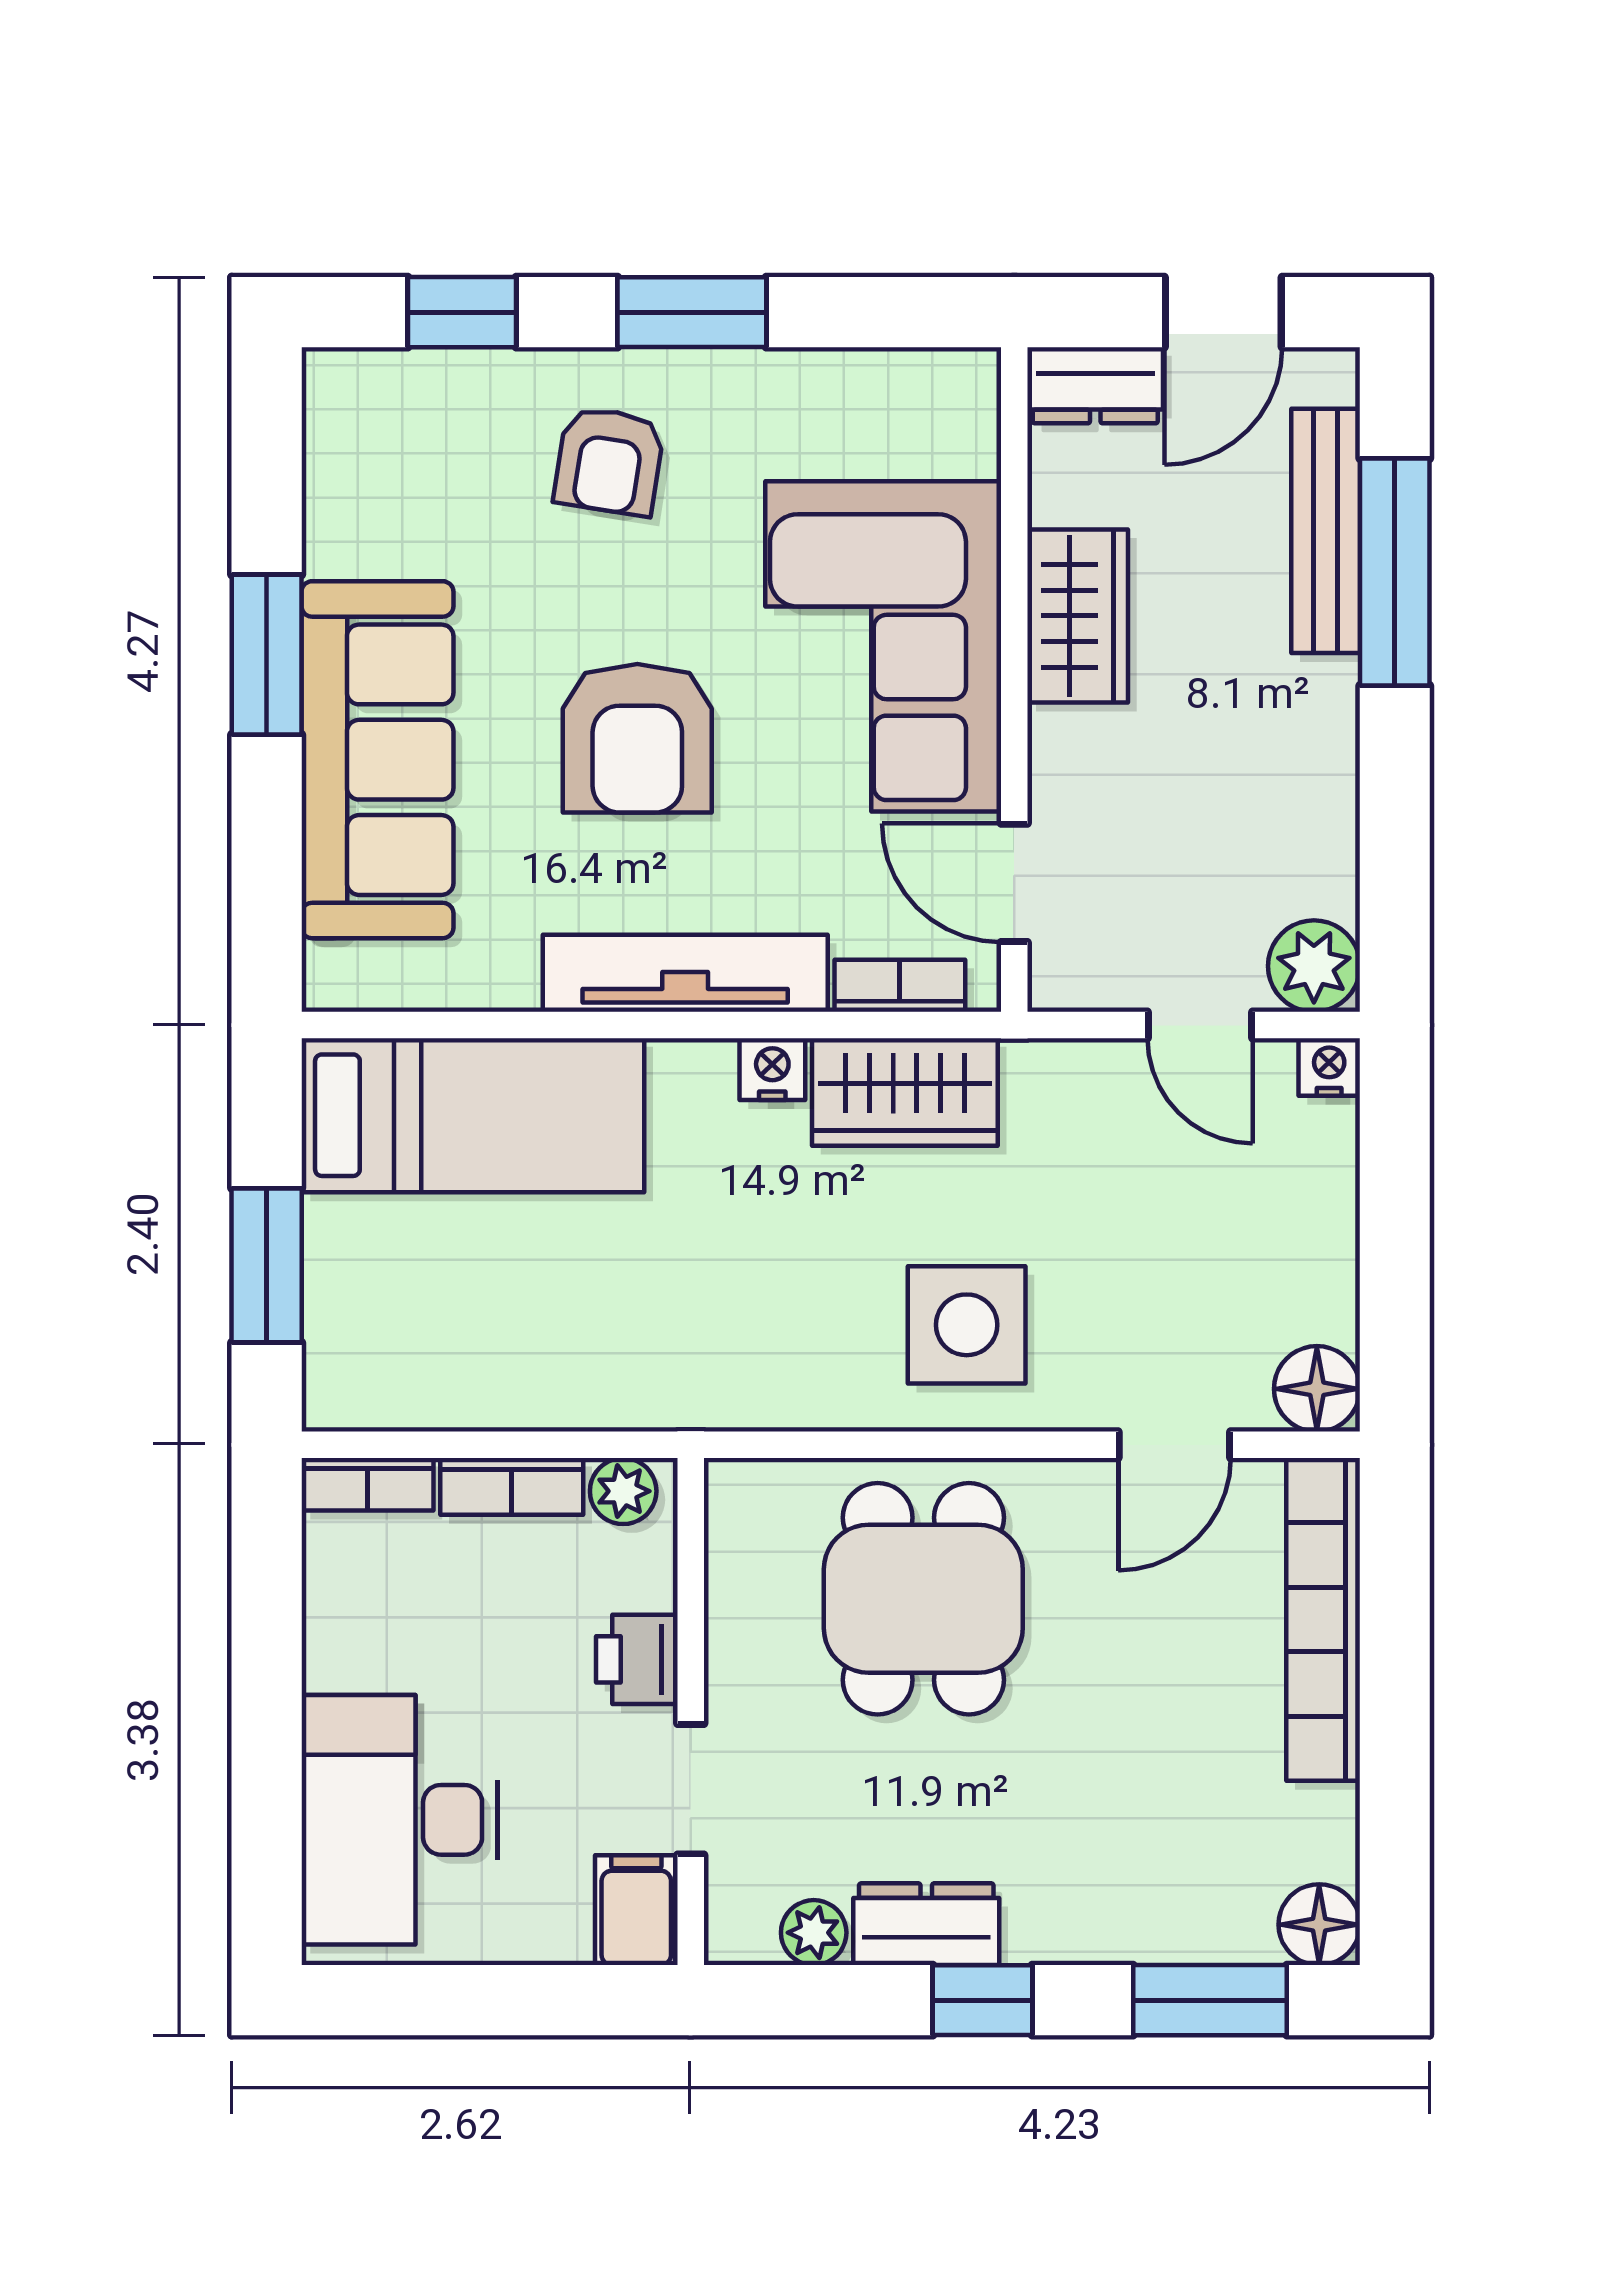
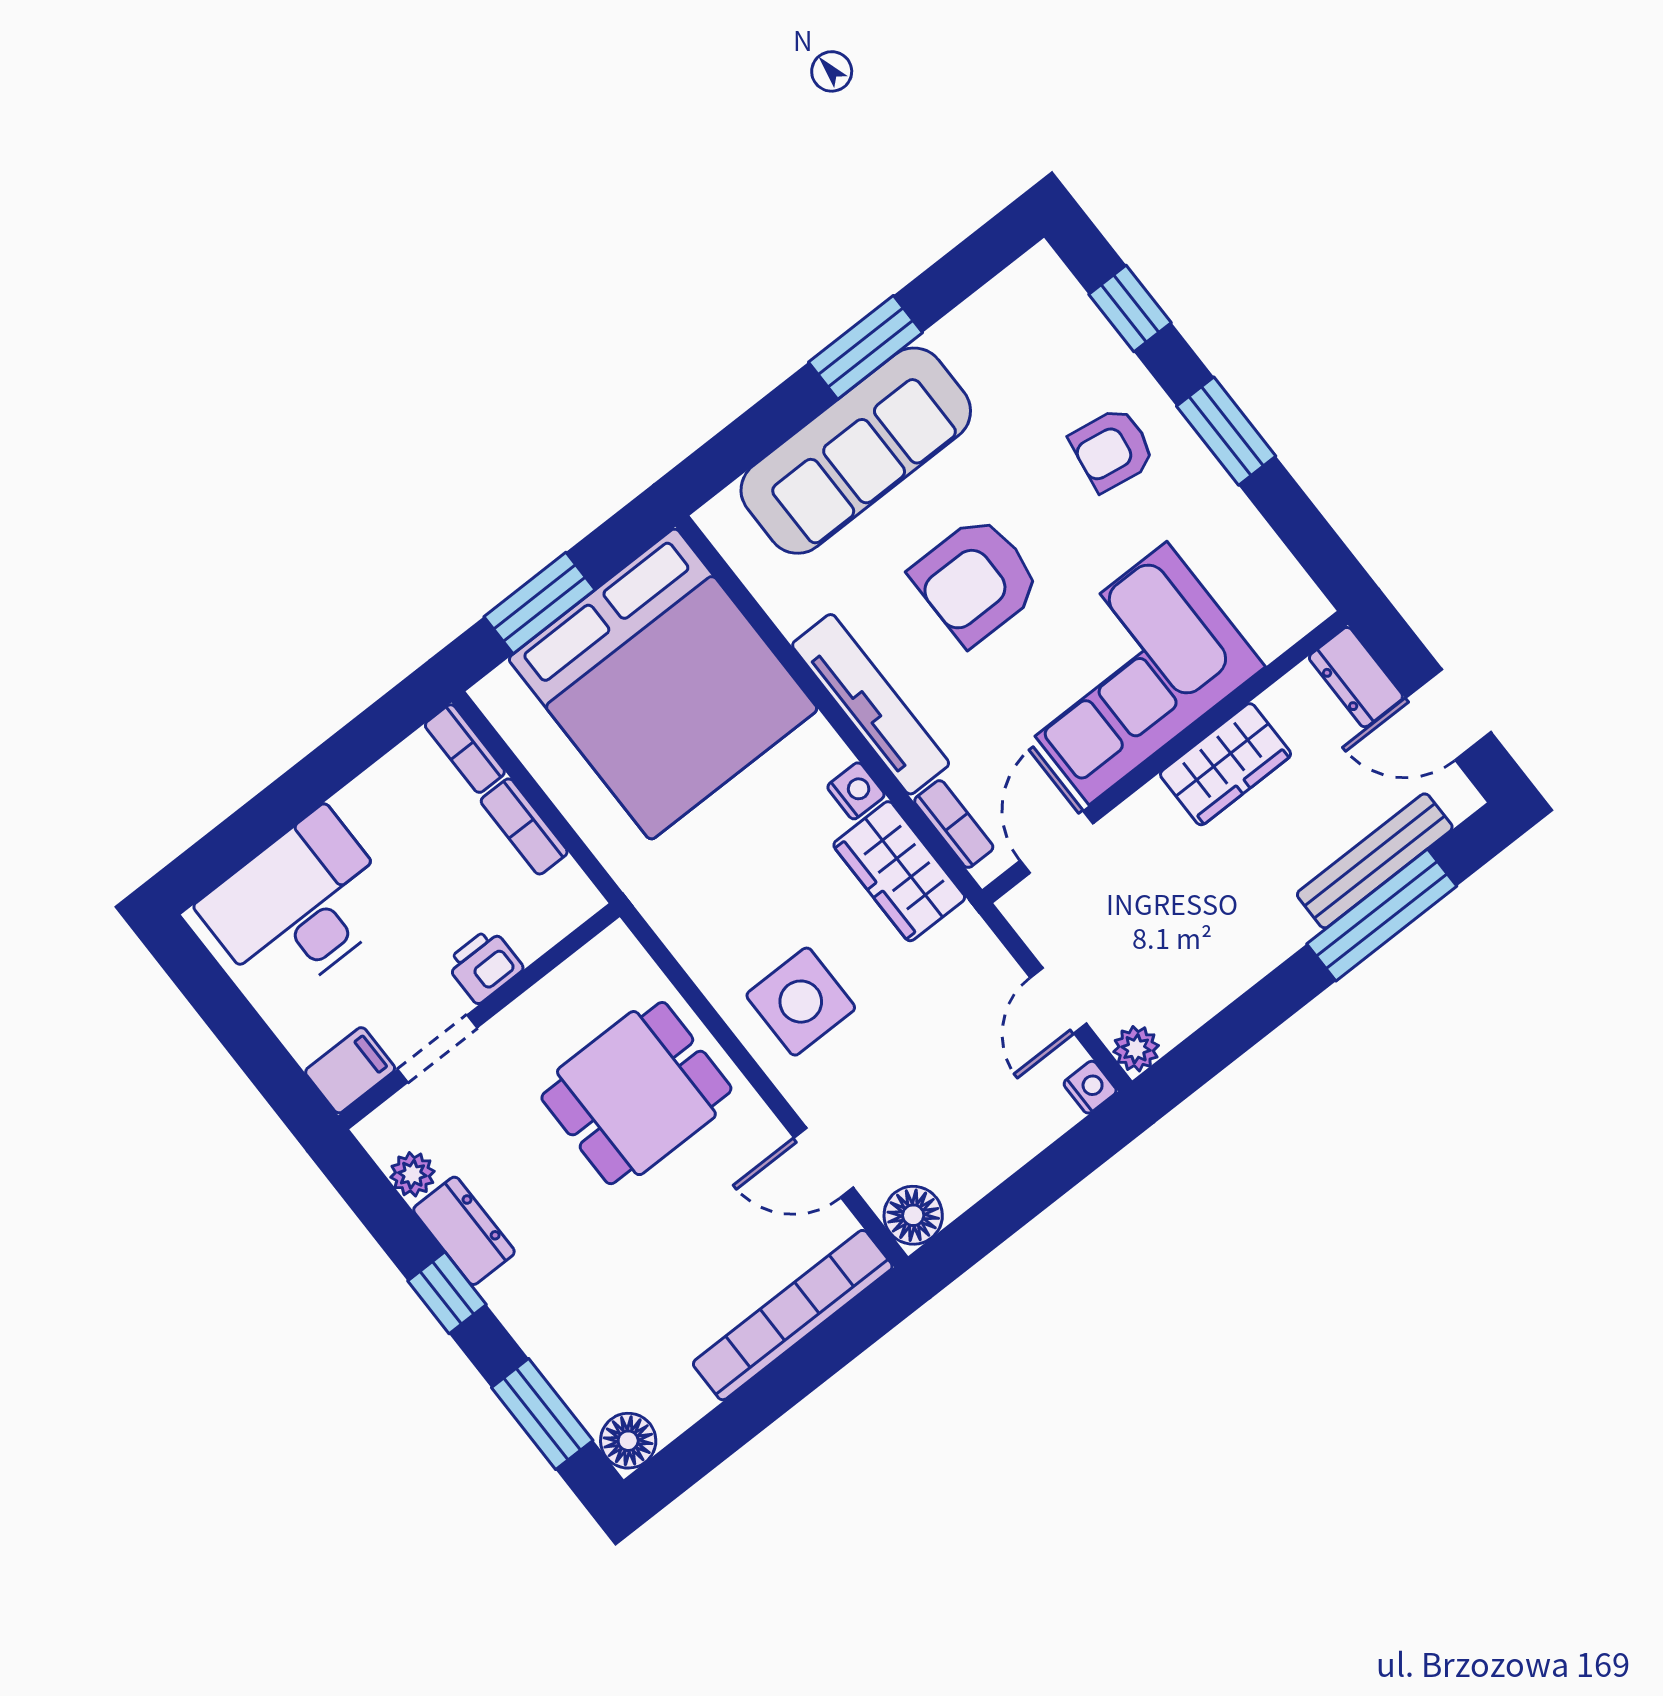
plant: (1314, 966) -> (1136, 1049), width x0.73, depth x0.73
bed: (473, 1115) -> (663, 684), width x2.04
plant: (623, 1491) -> (568, 888), removed

